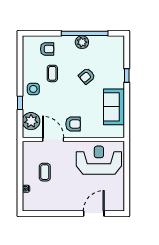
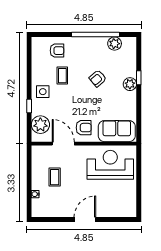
plant: (82, 42) -> (115, 44), moved
plant: (118, 82) -> (130, 84), added
sofa: (114, 107) -> (117, 131), moved, turned 90
door: (94, 213) -> (85, 220), moved

